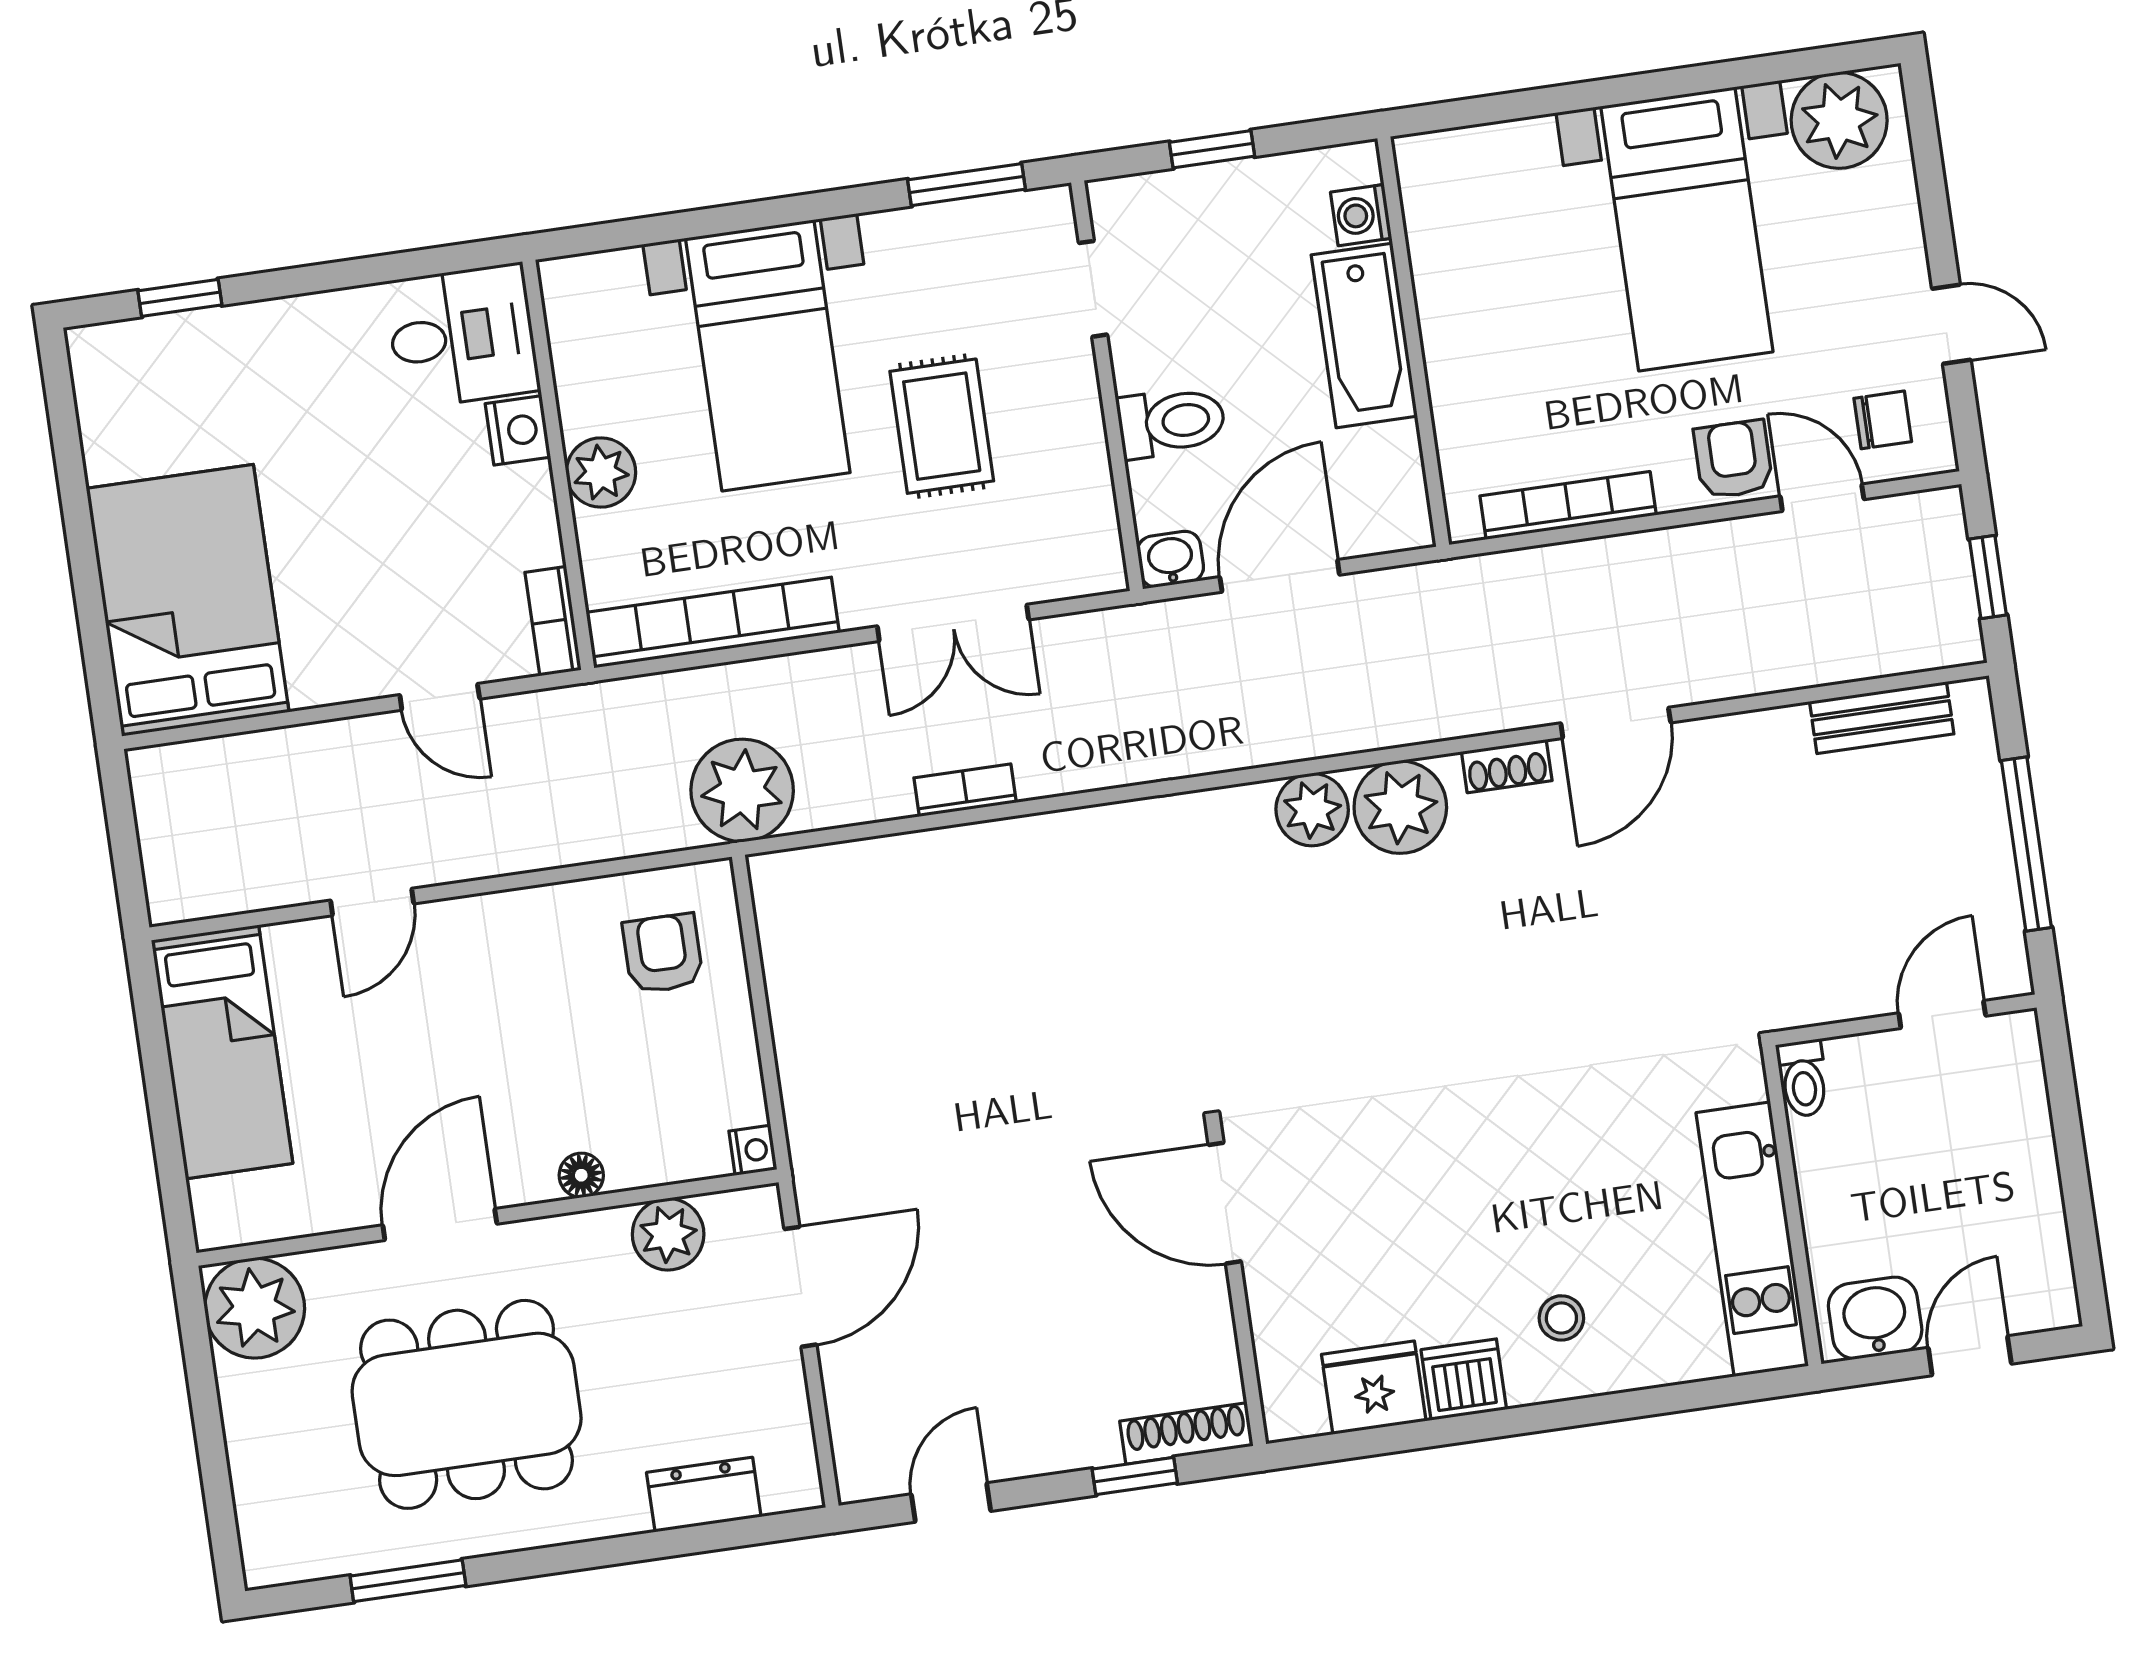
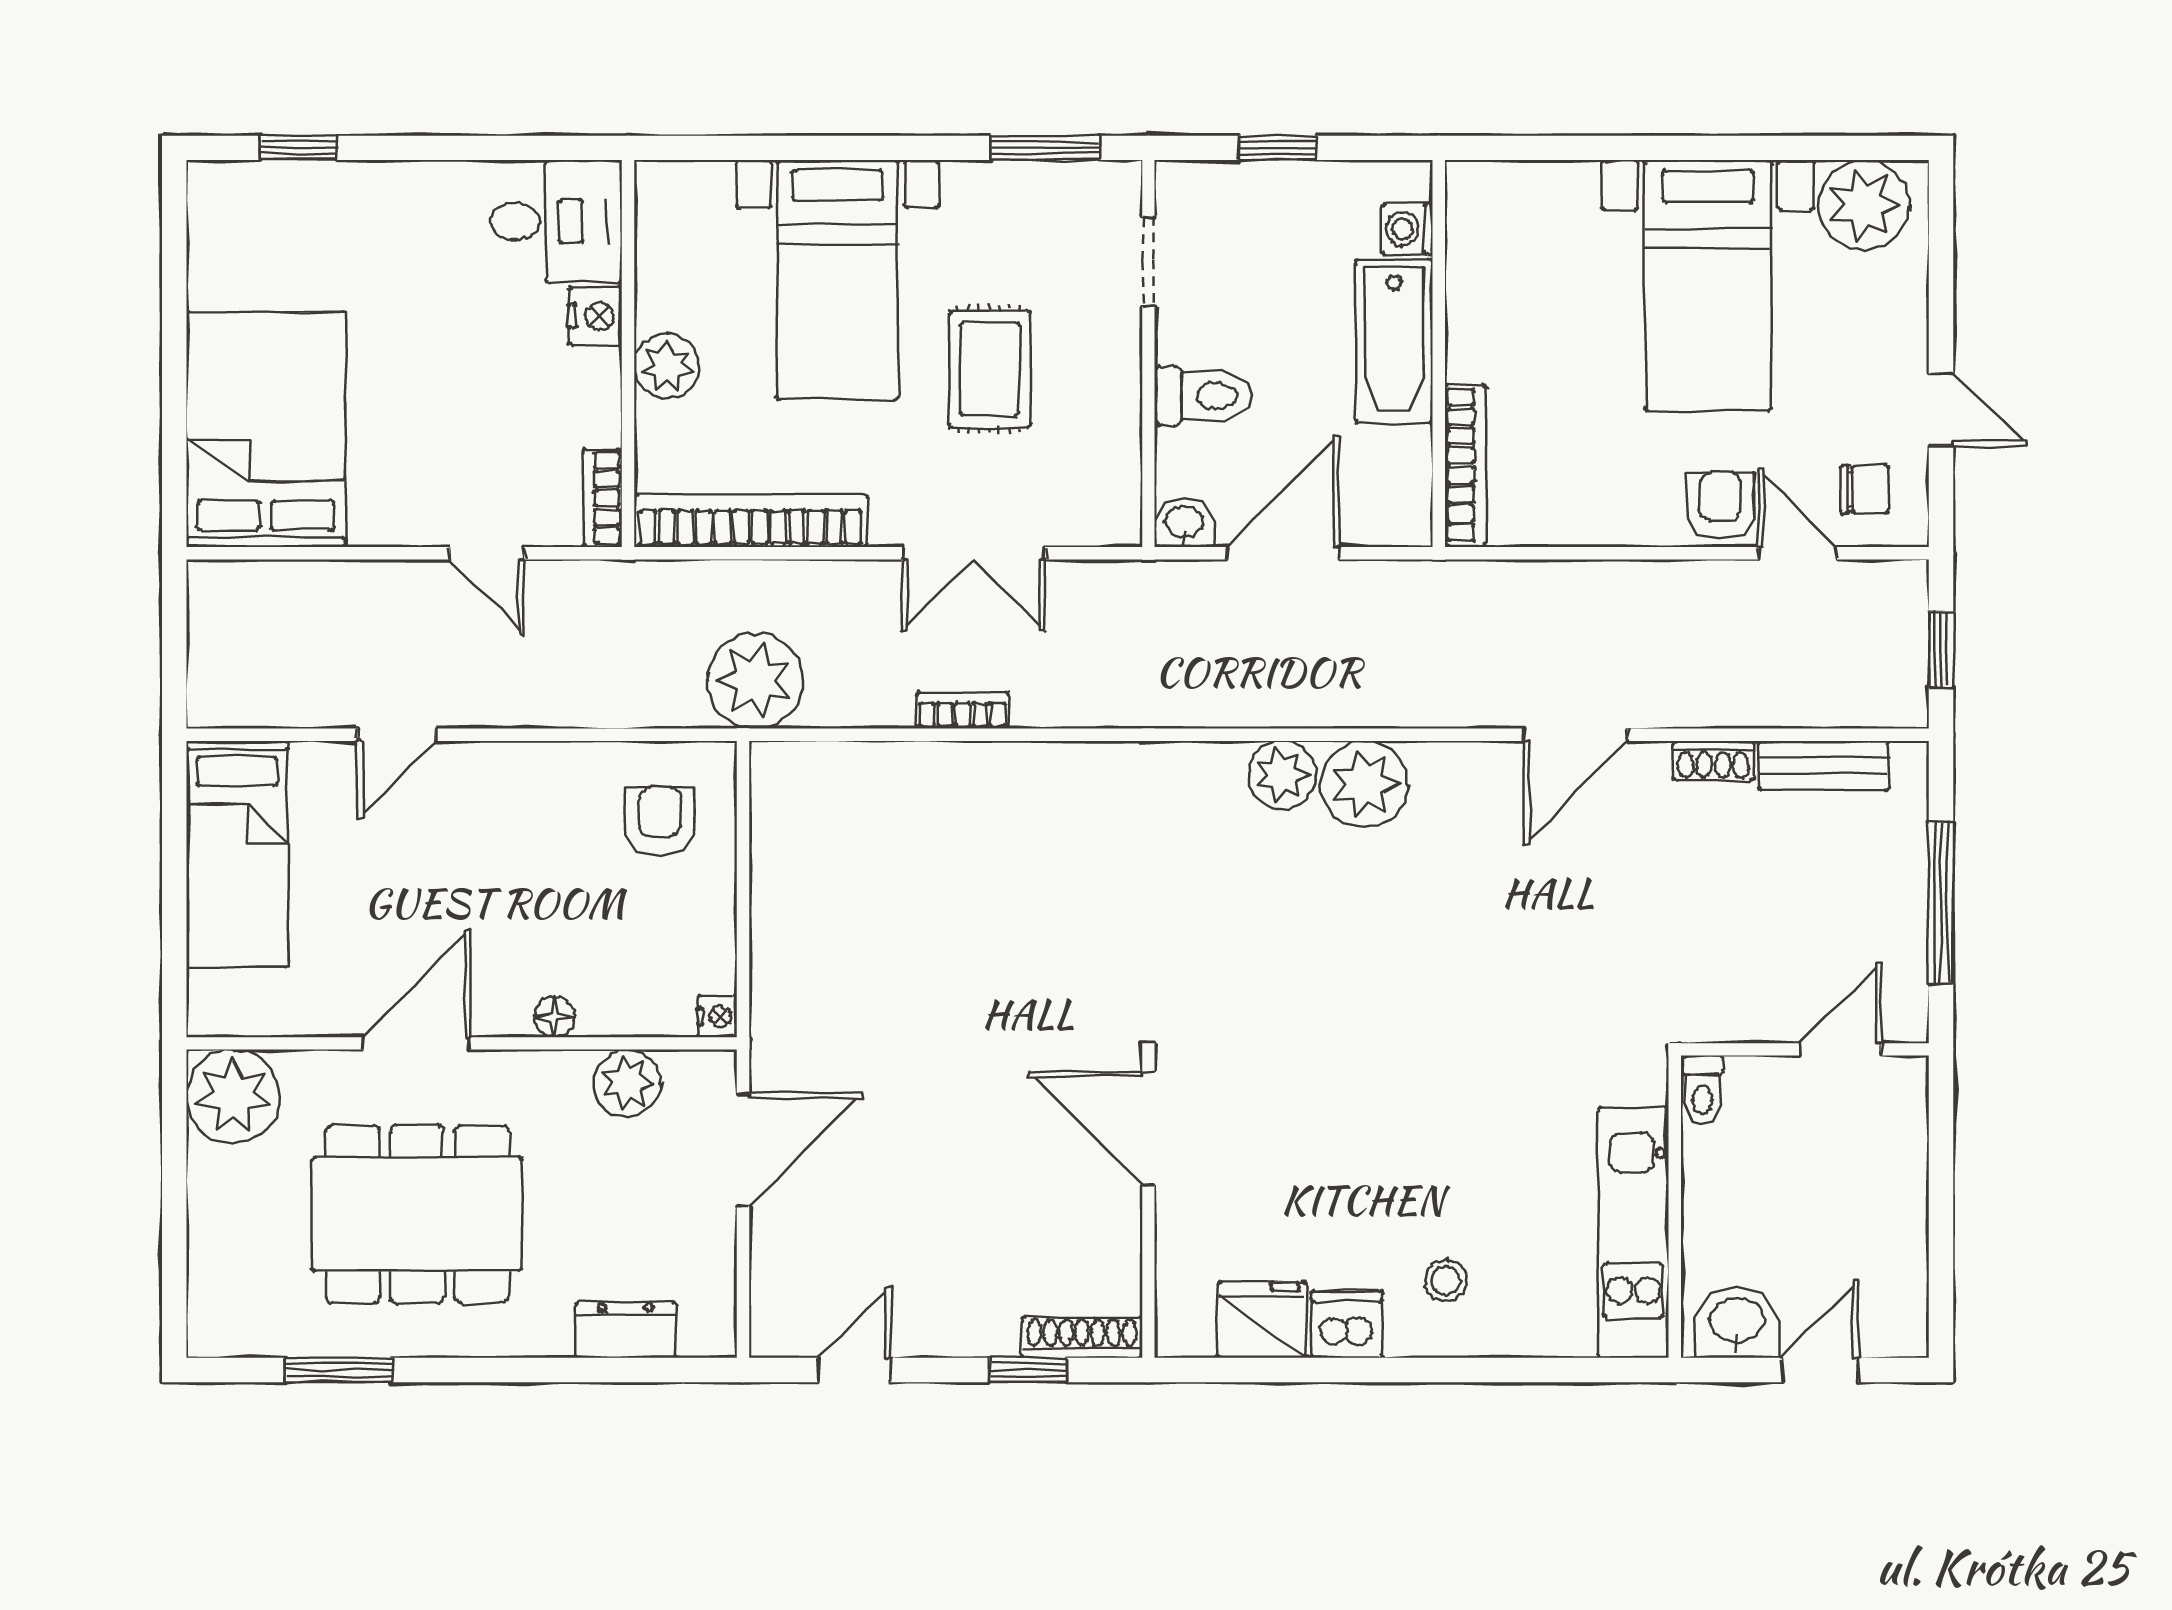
bookcase: (1568, 506) -> (1466, 465), moved, turned 90
shoe rack: (1507, 766) -> (1713, 760), moved

